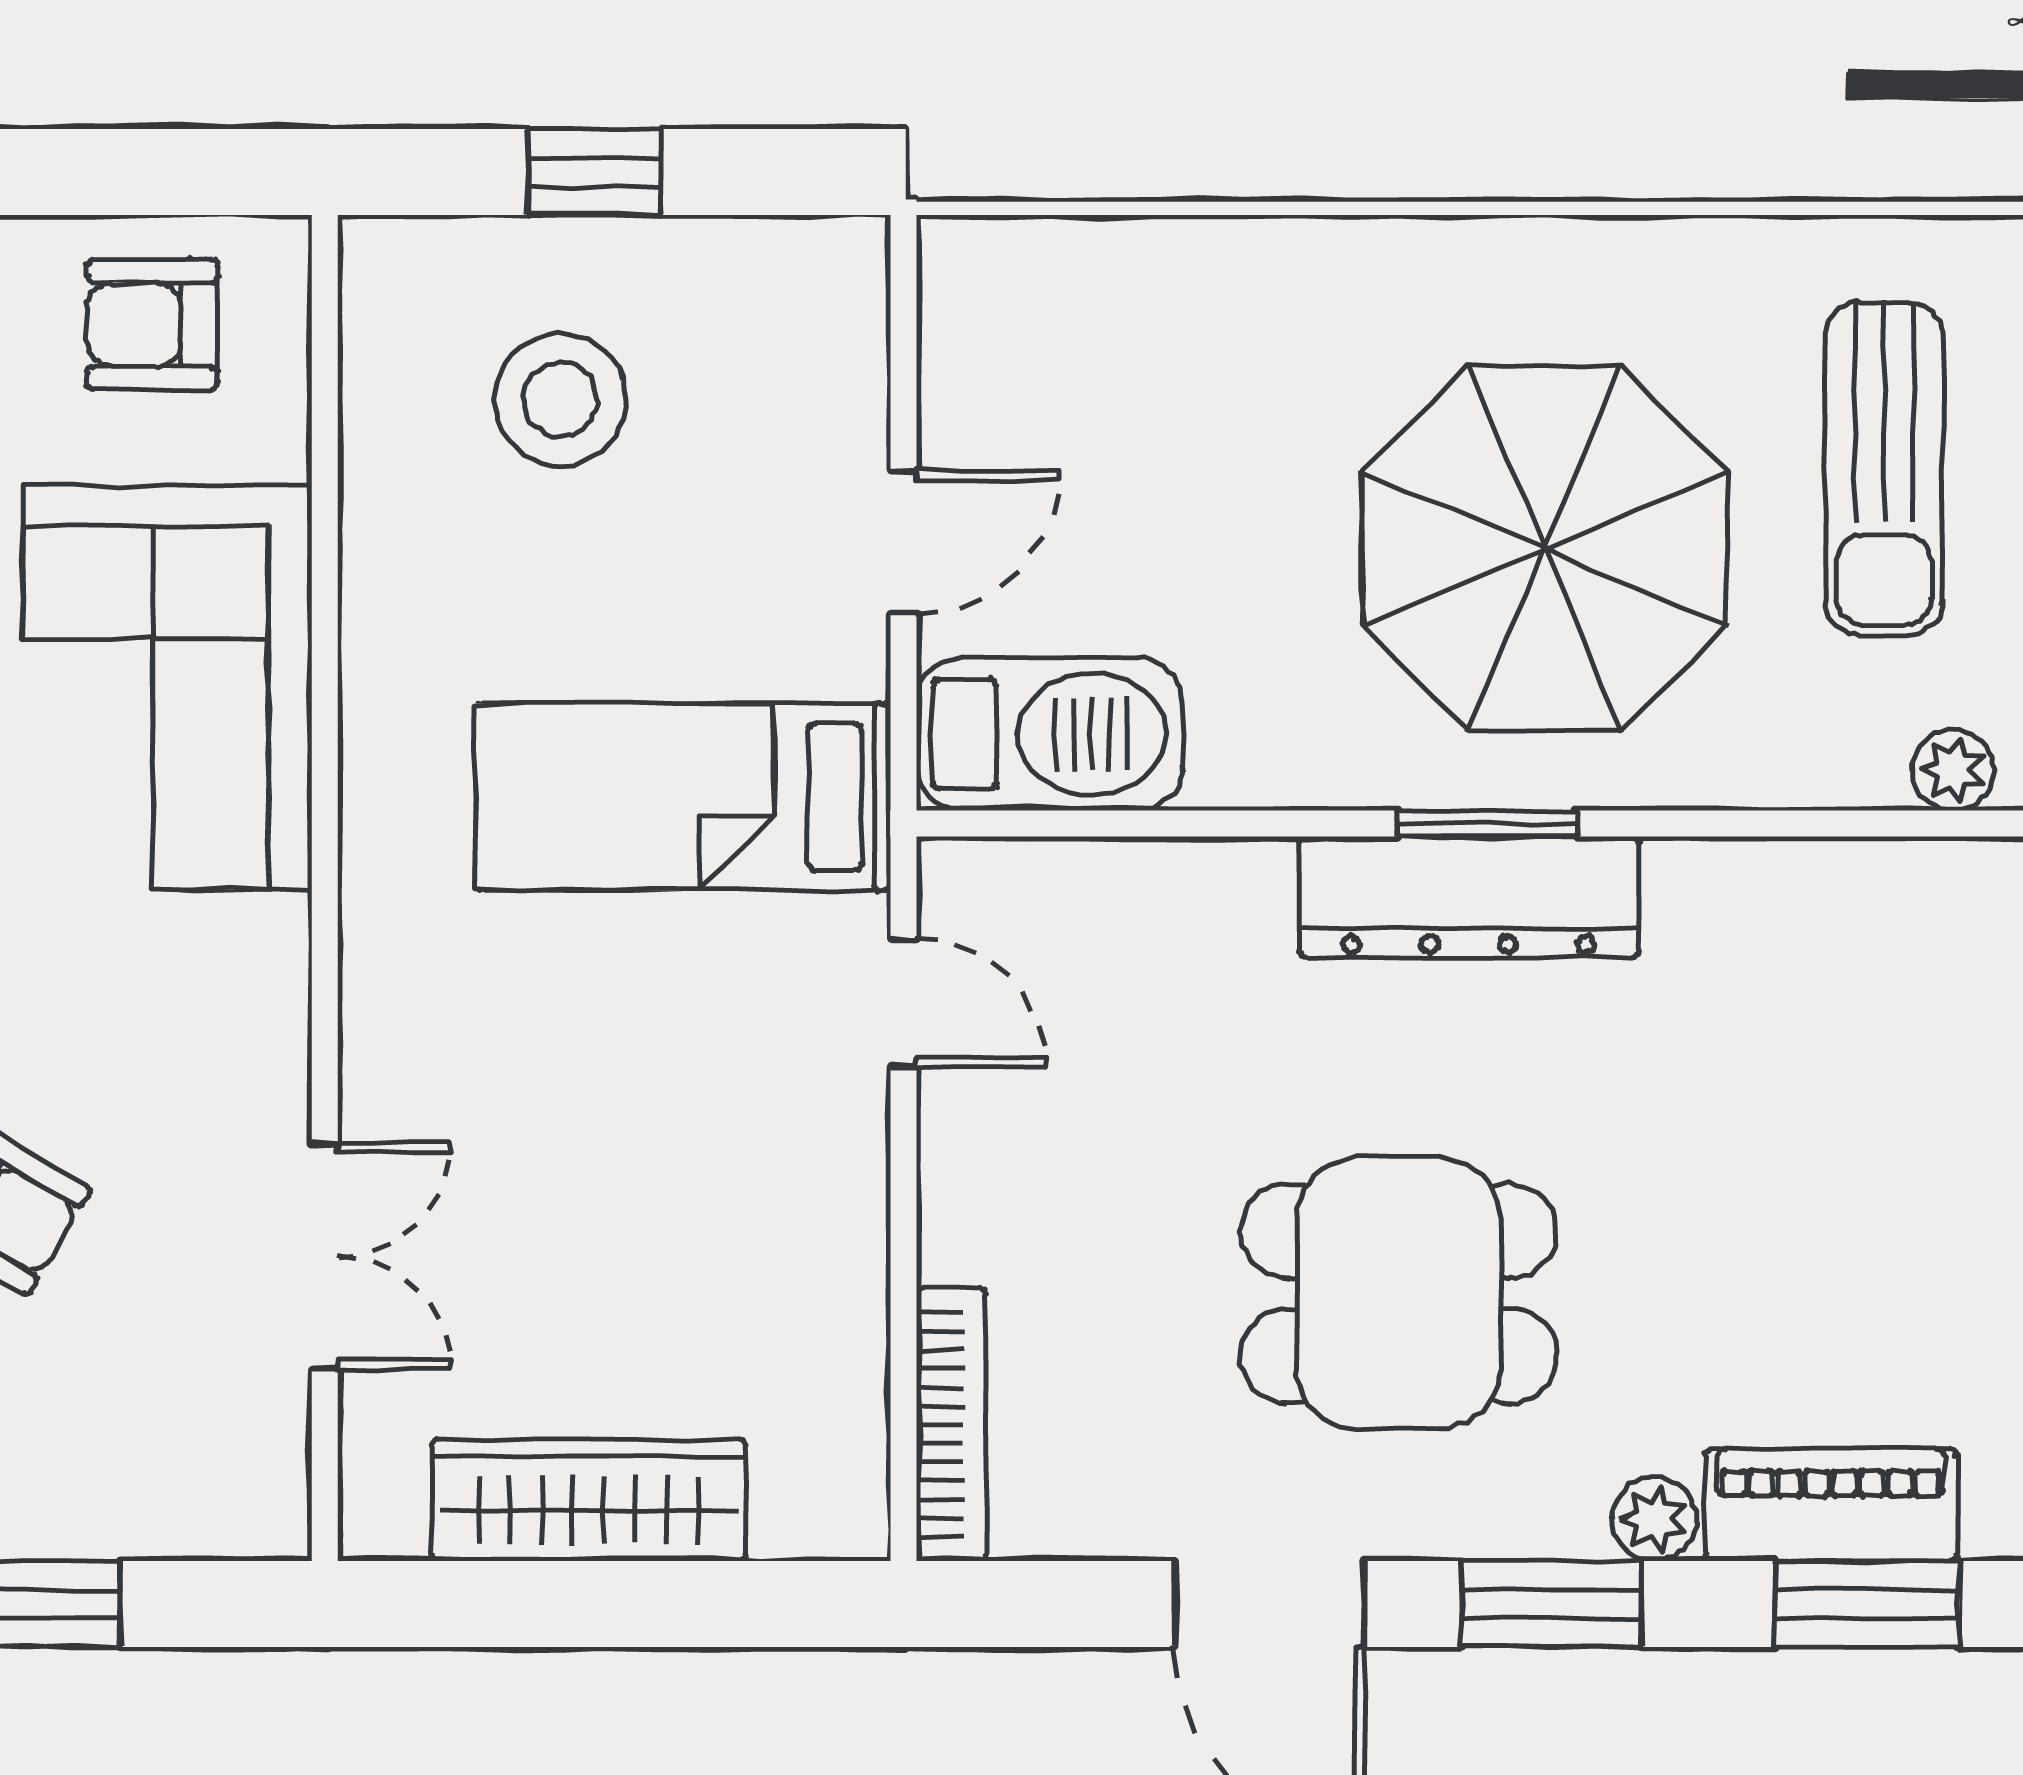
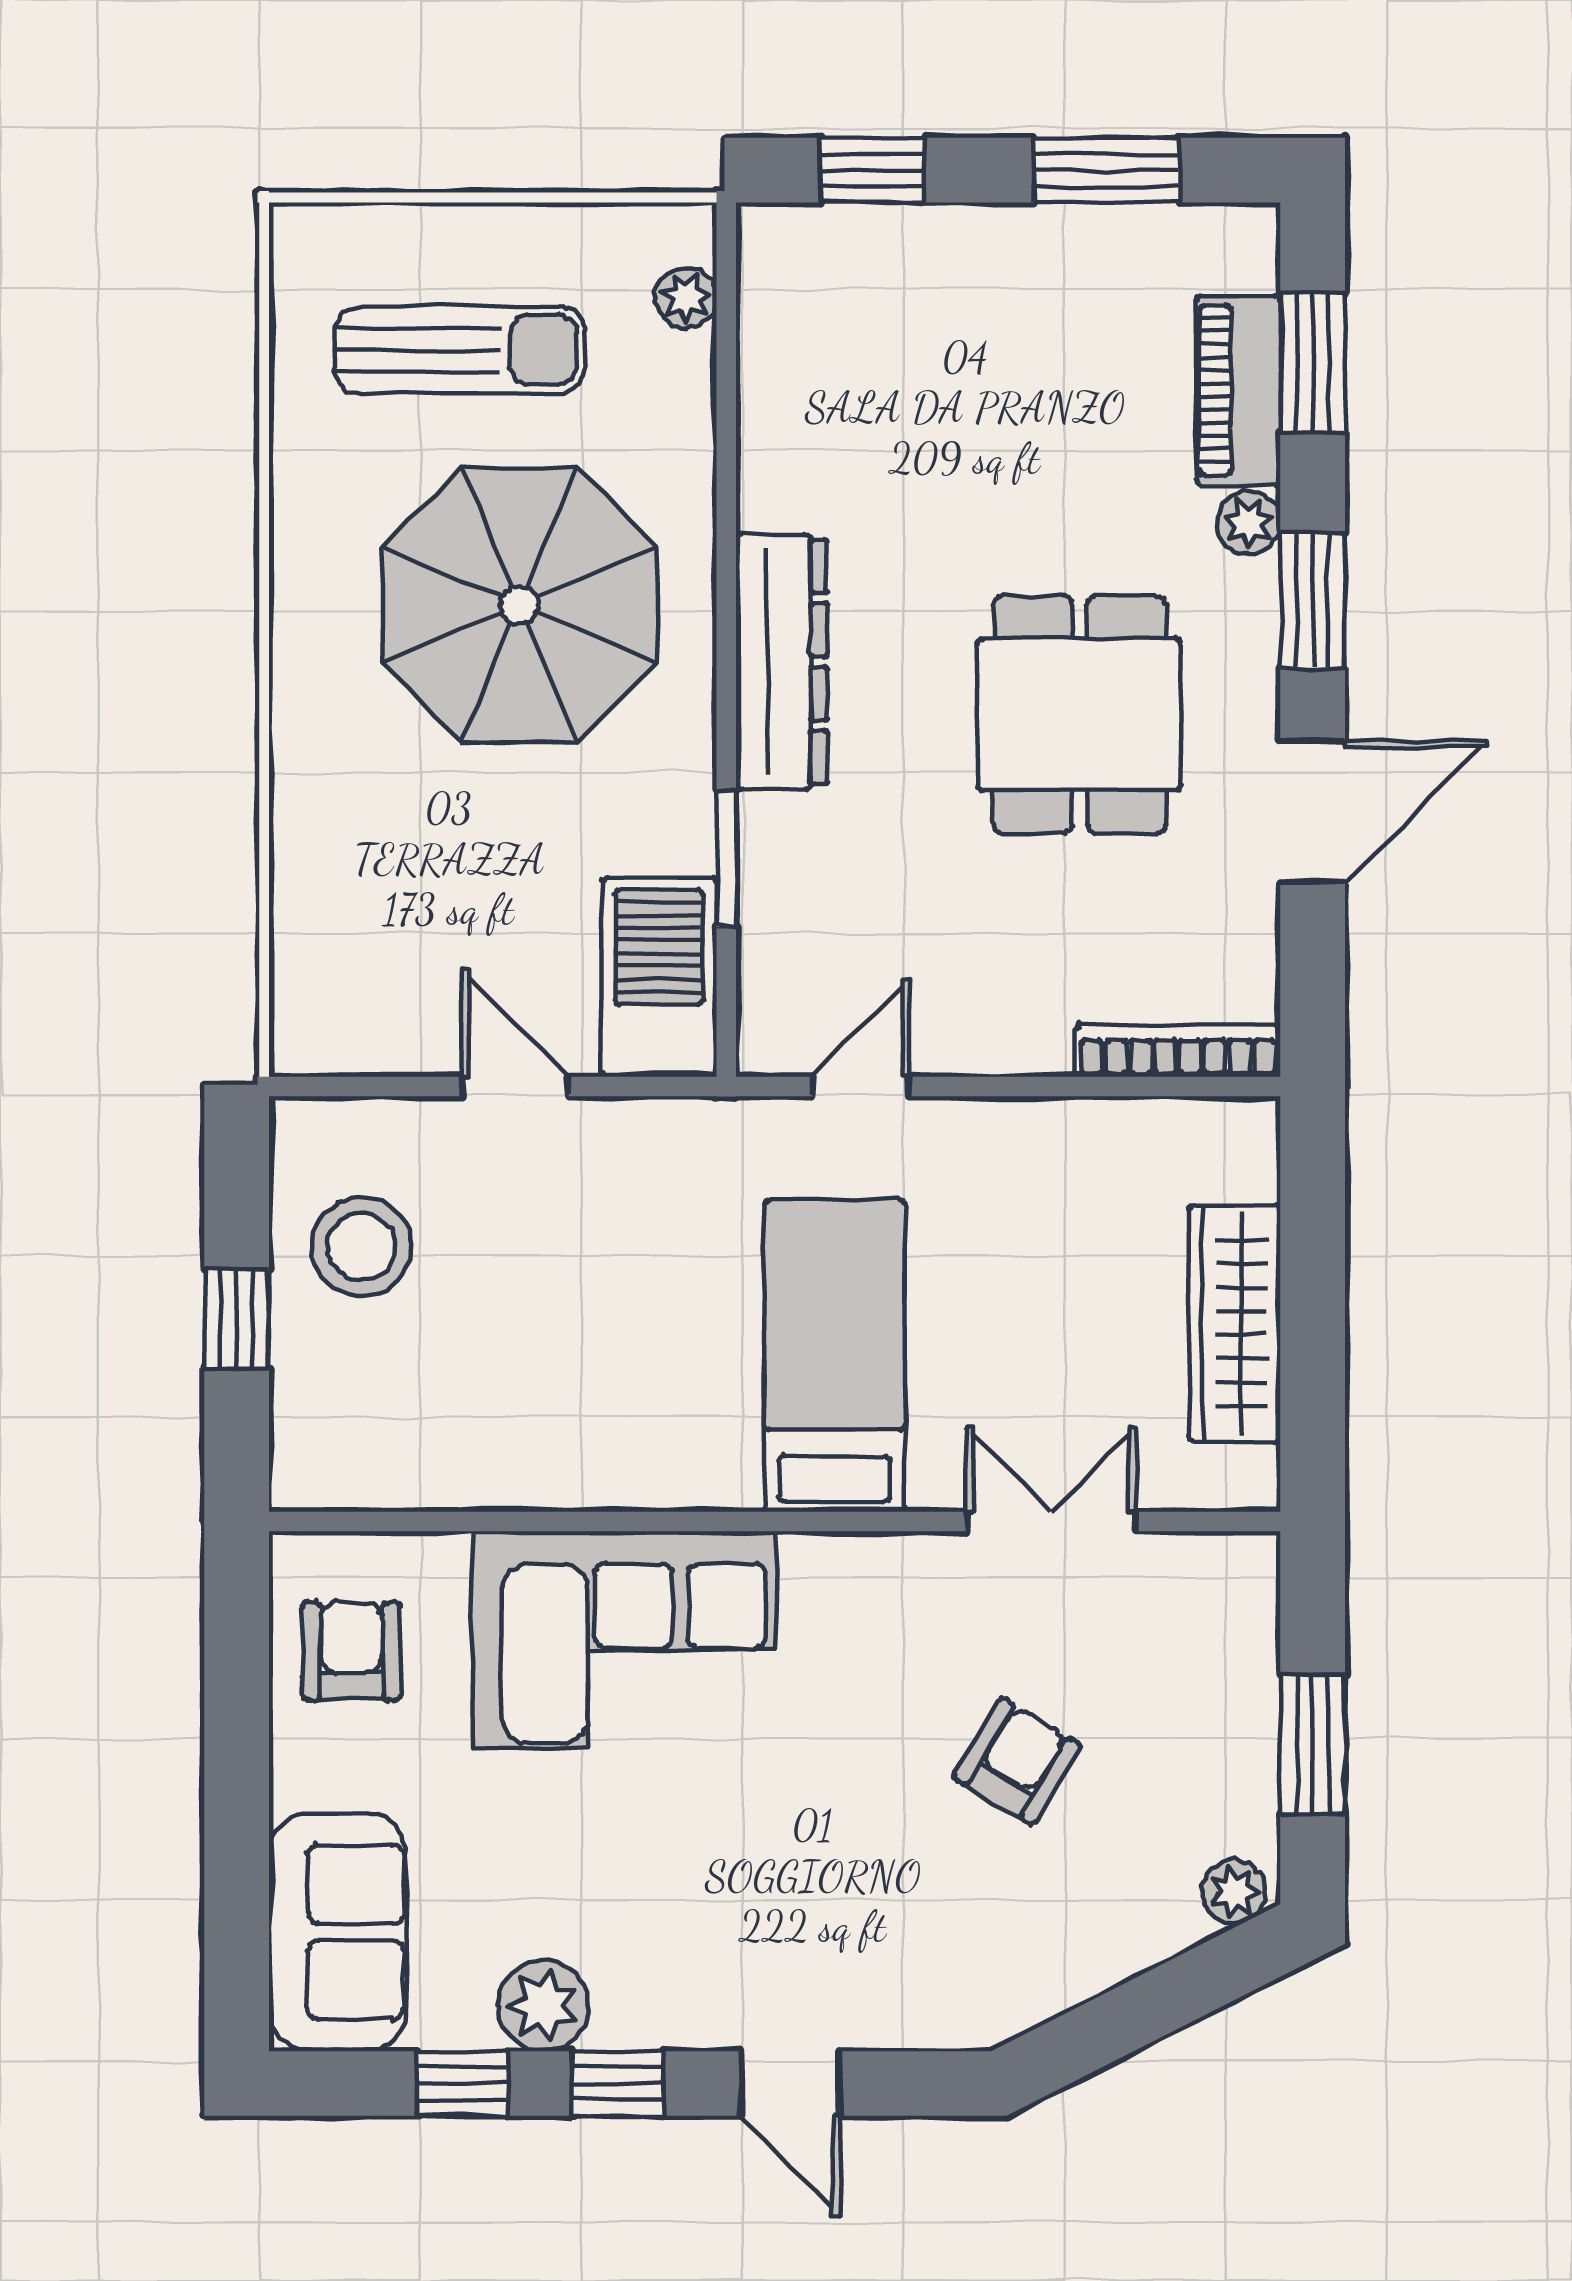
armchair: (152, 324) -> (351, 1651), turned 180
stool: (560, 400) -> (362, 1247), moved
bed: (683, 797) -> (835, 1356), moved, turned 180
window: (1487, 824) -> (726, 858), moved

